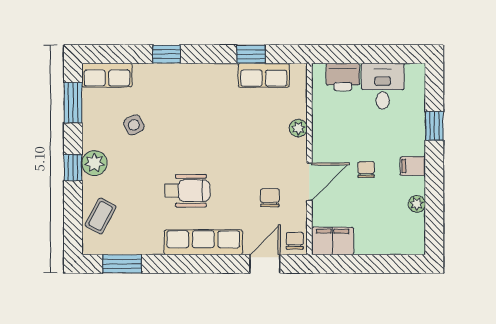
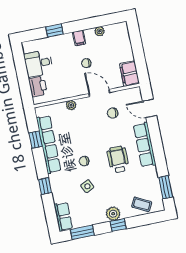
row of seats: (264, 75) -> (49, 144), width x2.02
side table: (134, 125) -> (87, 186), moved
chair: (295, 241) -> (84, 161), moved

